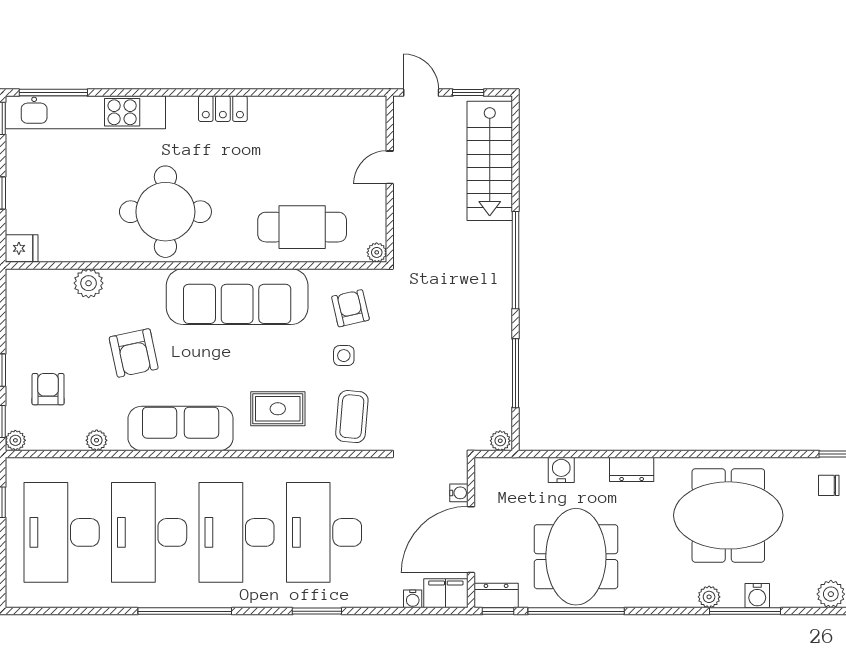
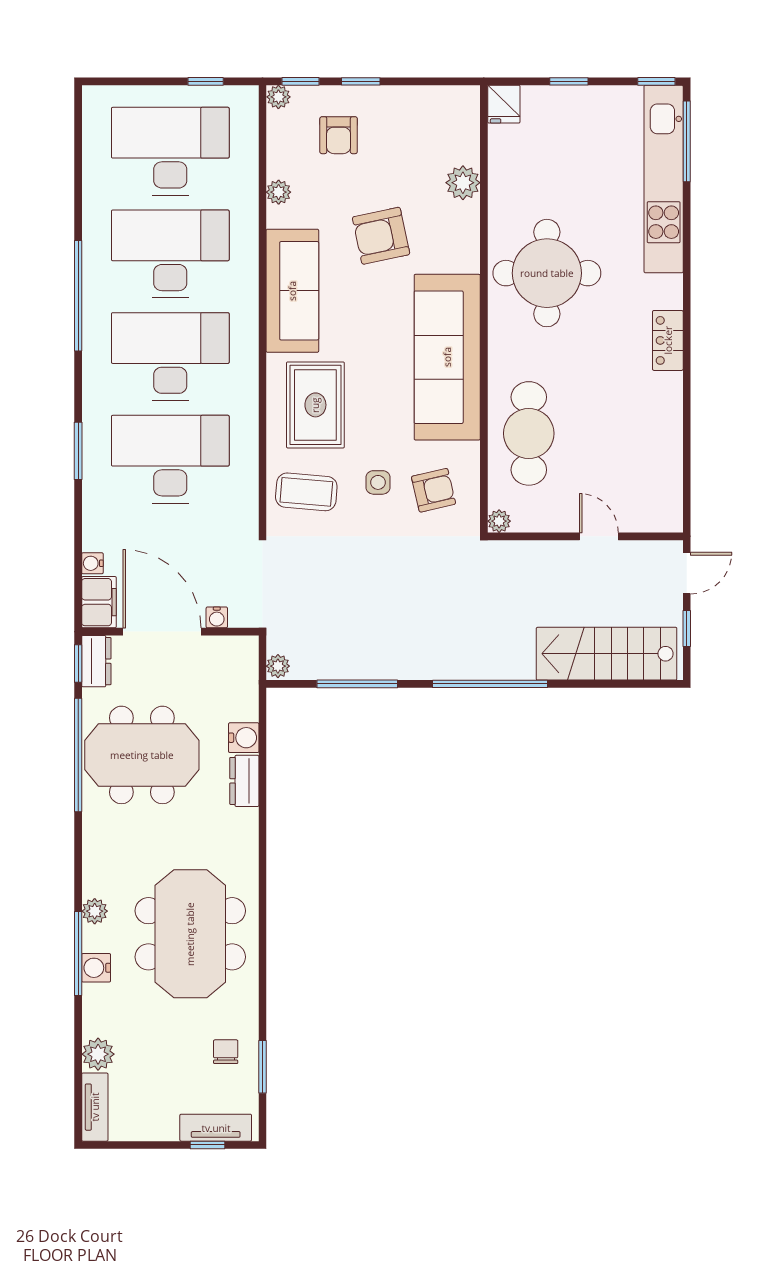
armchair: (48, 389) -> (339, 135), turned 90
rug: (278, 409) -> (315, 405), width x1.36, depth x1.43
dresser: (632, 469) -> (244, 781), moved

